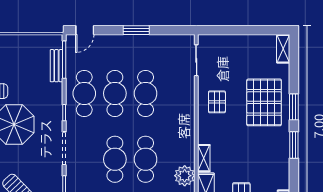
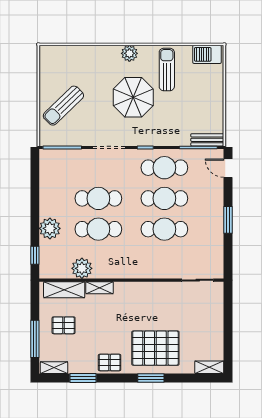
bench: (56, 66) -> (207, 140), moved
pallet: (217, 102) -> (110, 362), moved
window: (294, 145) -> (83, 378), moved

